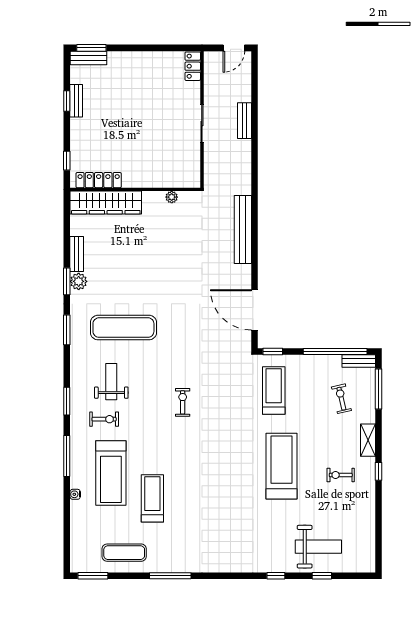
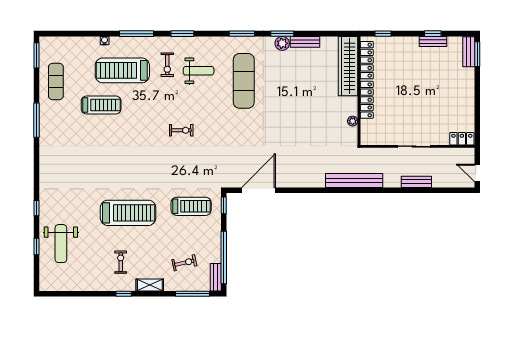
locker: (146, 180) -> (367, 100), added
bench: (243, 230) -> (354, 180), moved

